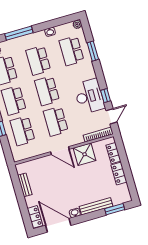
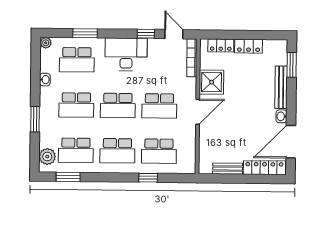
window: (19, 33) -> (35, 119), width x0.69
desk: (89, 96) -> (126, 54), moved
locker: (35, 217) -> (264, 168), width x1.53

